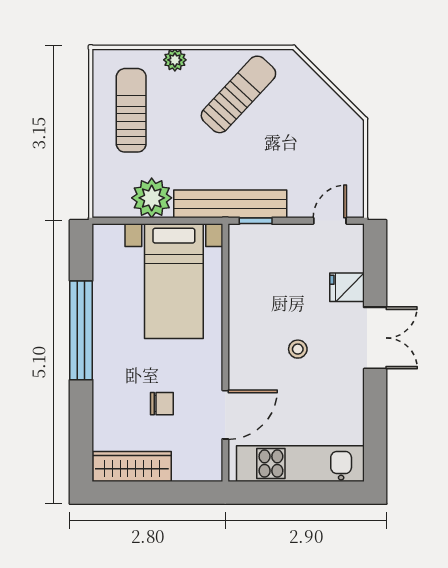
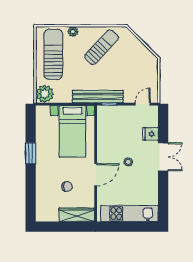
sun lounger: (131, 110) -> (53, 54), width x1.36, depth x1.34
plant: (152, 198) -> (45, 94), moved
window: (81, 330) -> (31, 153), width x0.47
door: (225, 415) -> (96, 175), moved
wardrobe: (132, 466) -> (77, 215), moved

